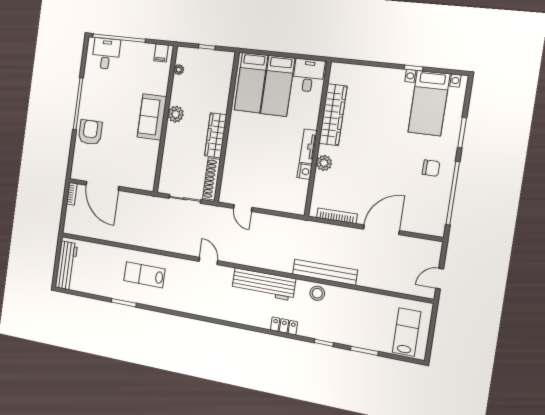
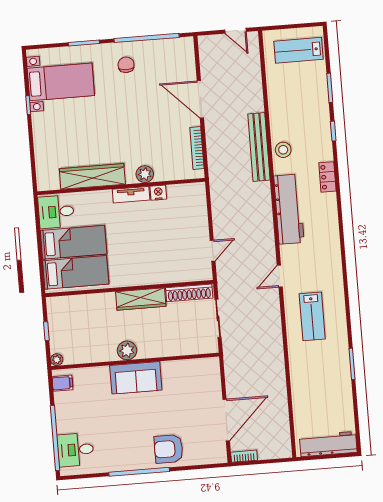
plant: (179, 70) -> (57, 360), moved
lab bench: (144, 275) -> (312, 316), moved

